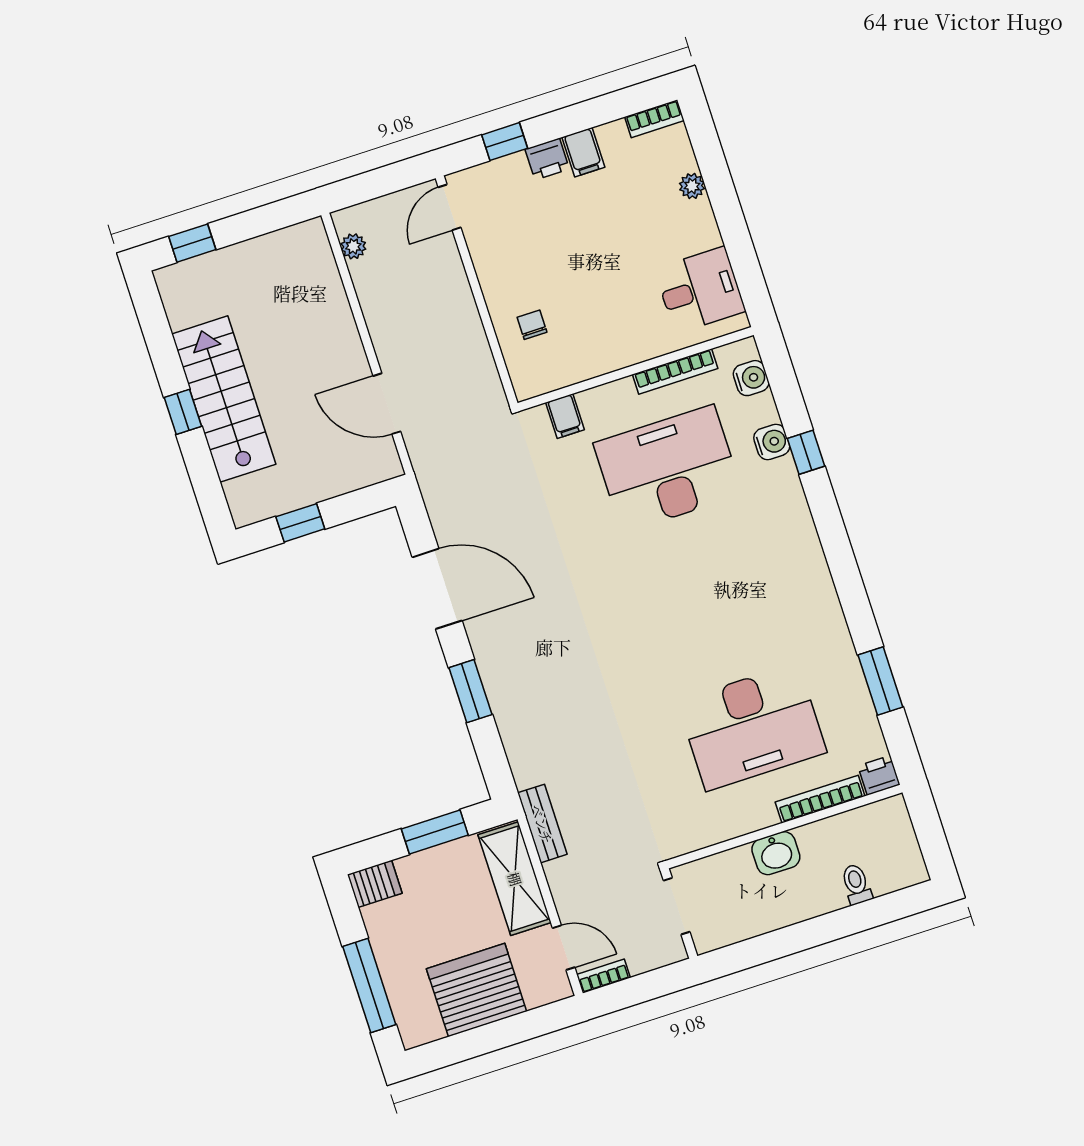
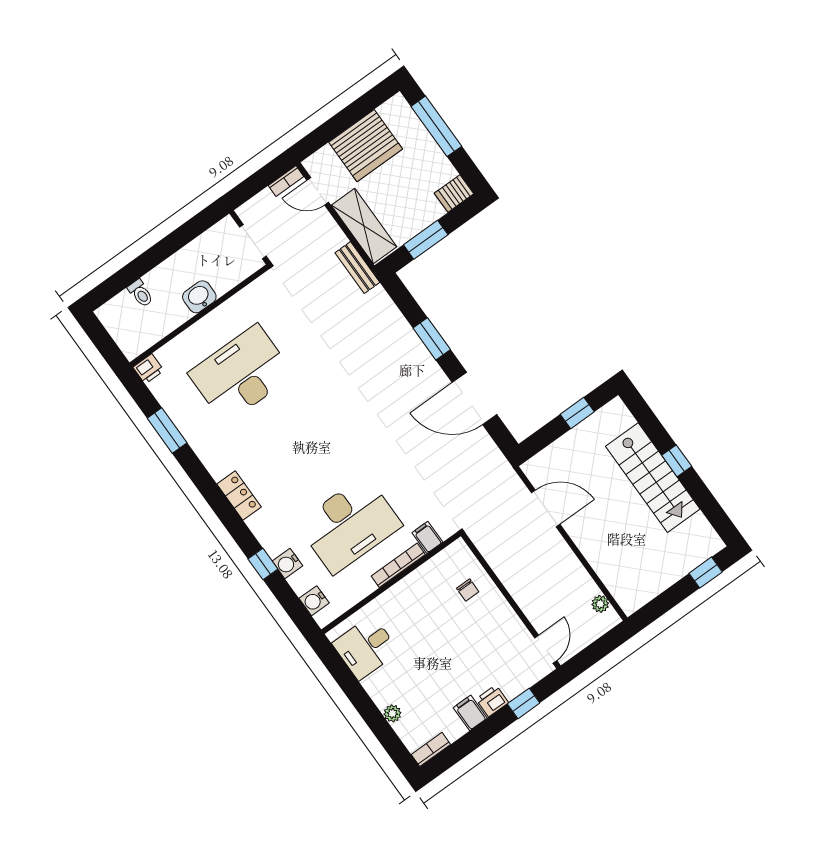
bookcase: (675, 371) -> (398, 565), moved
locker: (809, 558) -> (239, 495), added
bookcase: (820, 799) -> (182, 341), removed

